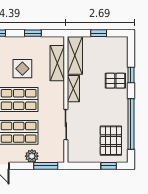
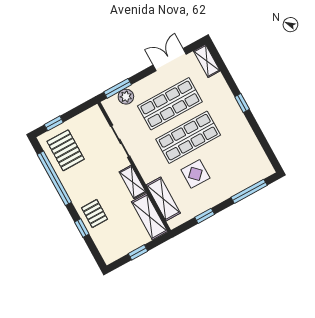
pallet: (115, 81) -> (95, 213), turned 90
plant: (32, 156) -> (126, 97), moved

